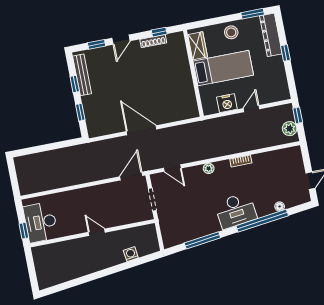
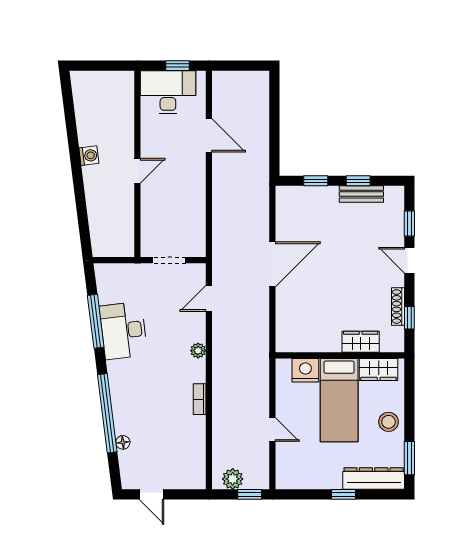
wardrobe: (182, 61) -> (361, 342), added
bench: (82, 75) -> (361, 194), width x0.73
nightstand: (227, 103) -> (305, 370), moved, turned 90
door: (131, 176) -> (209, 135), moved
desk: (236, 211) -> (123, 331), moved
window: (24, 231) -> (177, 66), moved
washing machine: (131, 254) -> (89, 156), moved

